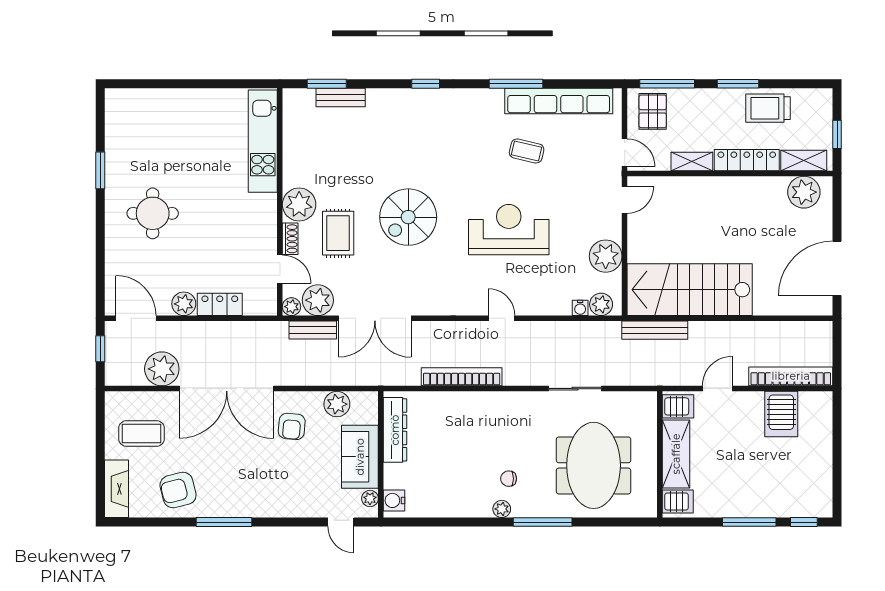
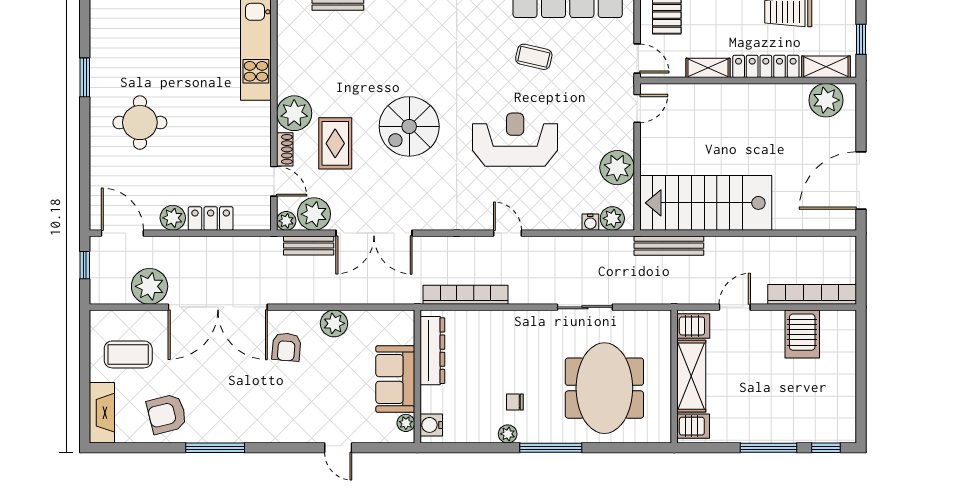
dresser: (395, 430) -> (432, 351), moved
wall: (381, 454) -> (417, 377), moved
sofa: (360, 457) -> (395, 379), moved
plant: (370, 498) -> (406, 423), moved
water cooler: (394, 500) -> (431, 425), moved

